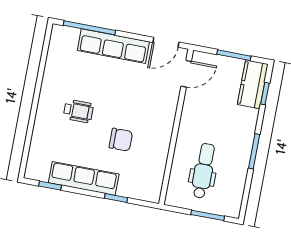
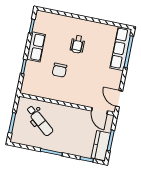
row of seats: (113, 46) -> (121, 49), moved
kitchen counter: (253, 84) -> (101, 146), moved, turned -90
dental chair: (203, 171) -> (40, 121), turned 40
row of seats: (84, 178) -> (36, 47), width x0.68

